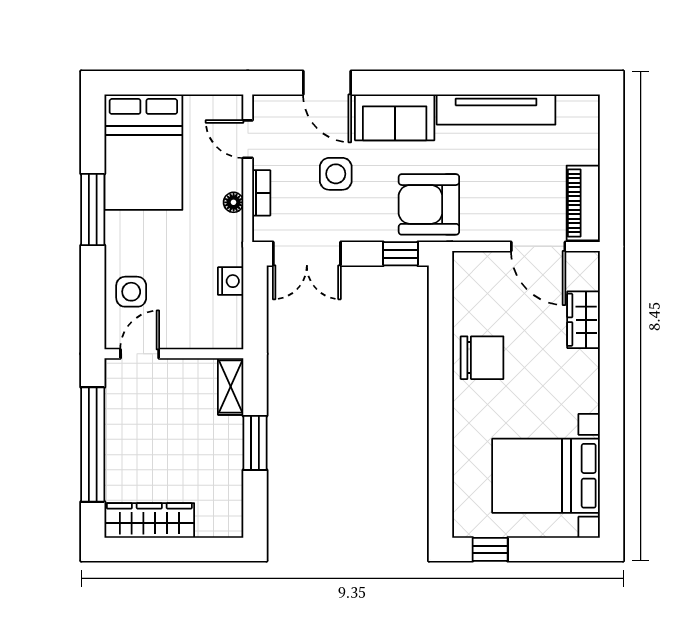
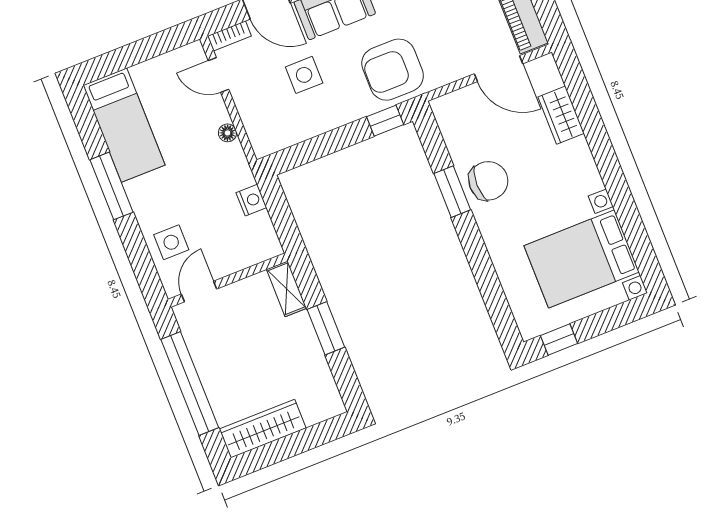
bed: (143, 152) -> (124, 125), width x0.67
bookcase: (261, 193) -> (229, 36), moved, turned 90
double door: (307, 254) -> (306, 152), removed
window: (441, 354) -> (452, 192), added

